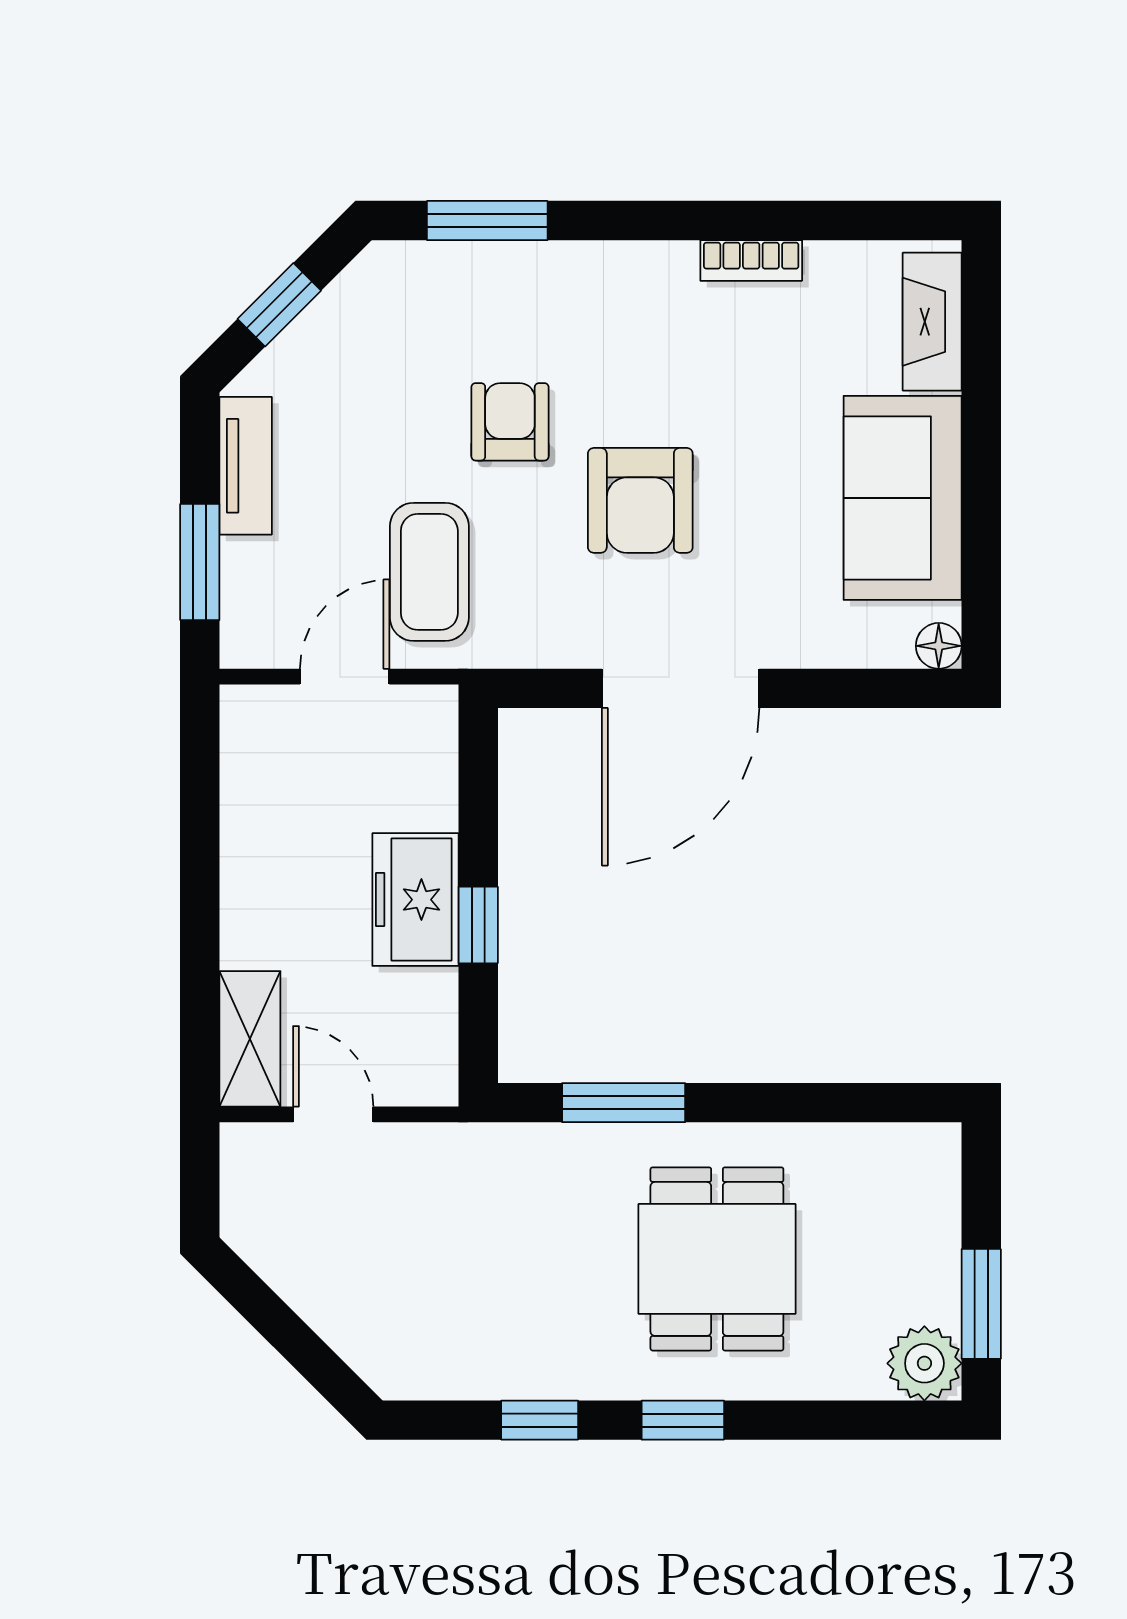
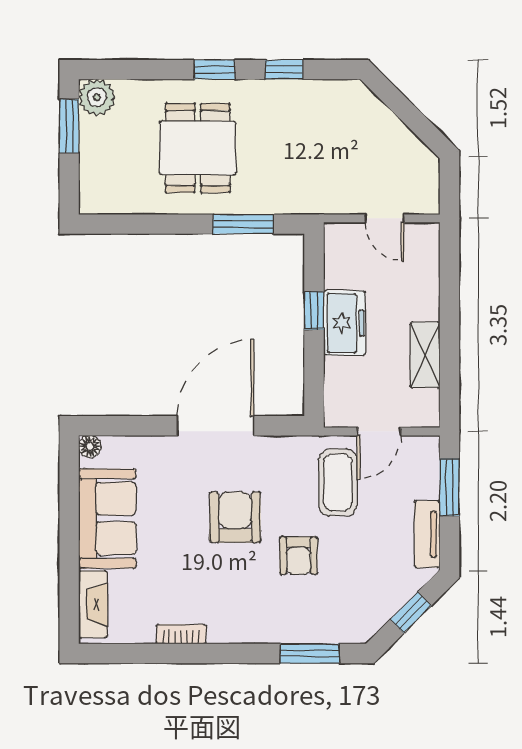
shelving: (250, 1039) -> (425, 355), moved

